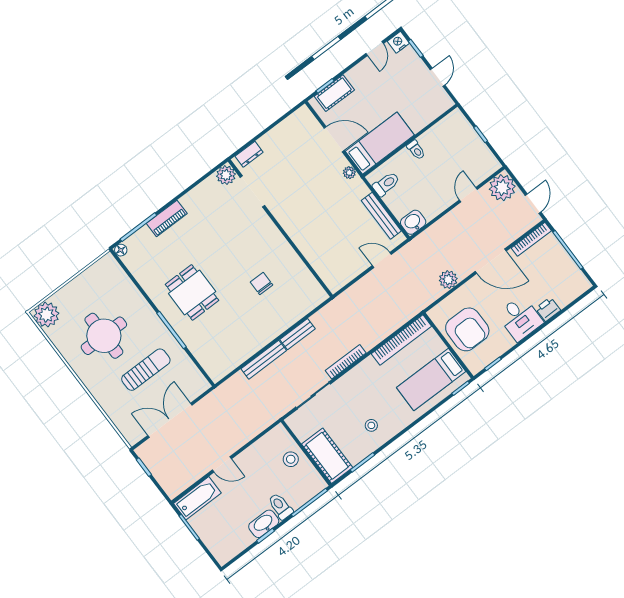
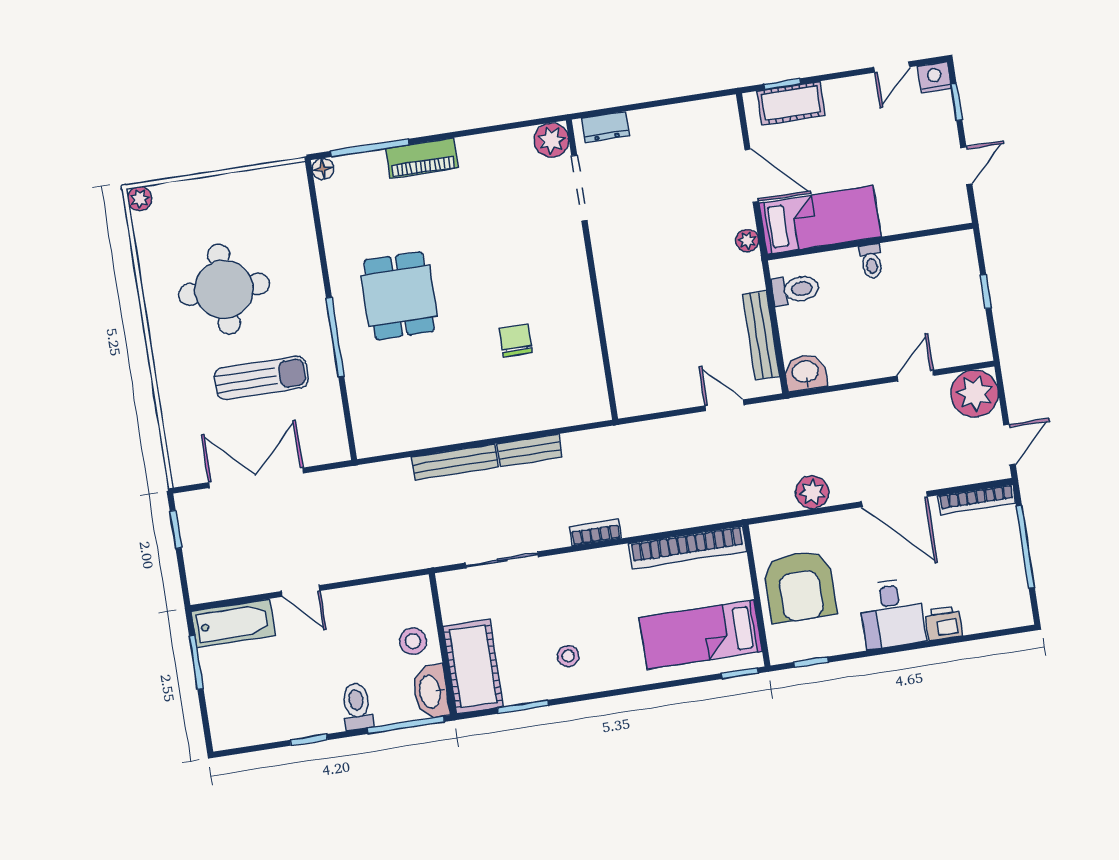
plant: (46, 315) -> (140, 199), width x0.53, depth x0.53
bookcase: (346, 362) -> (595, 532), width x0.64
washbasin: (264, 524) -> (431, 692), moved, turned -90

